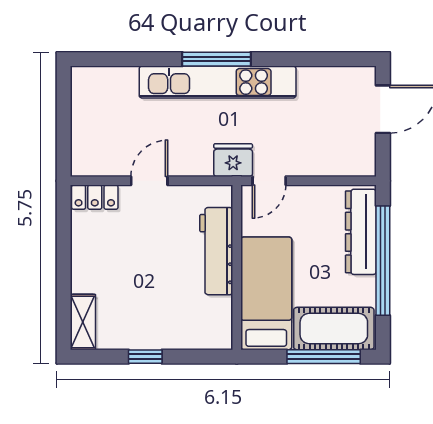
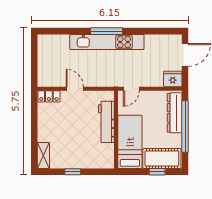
fridge: (233, 160) -> (173, 79), moved
door: (149, 181) -> (75, 89), hinge flipped
window: (324, 357) -> (157, 172), width x0.46

